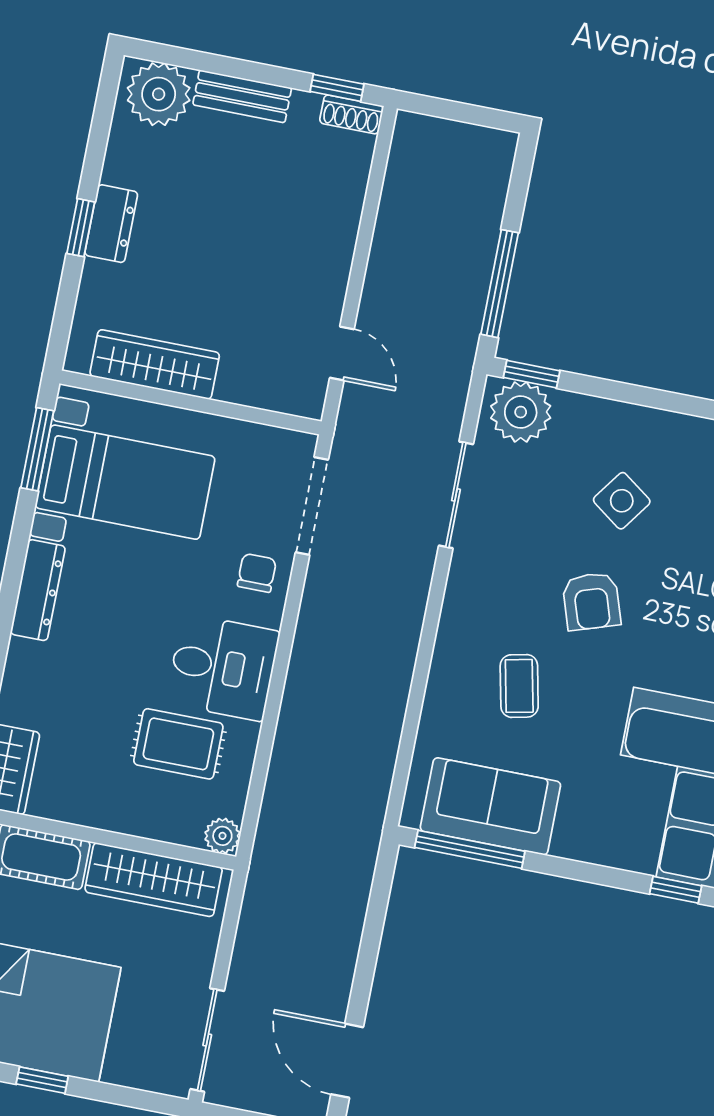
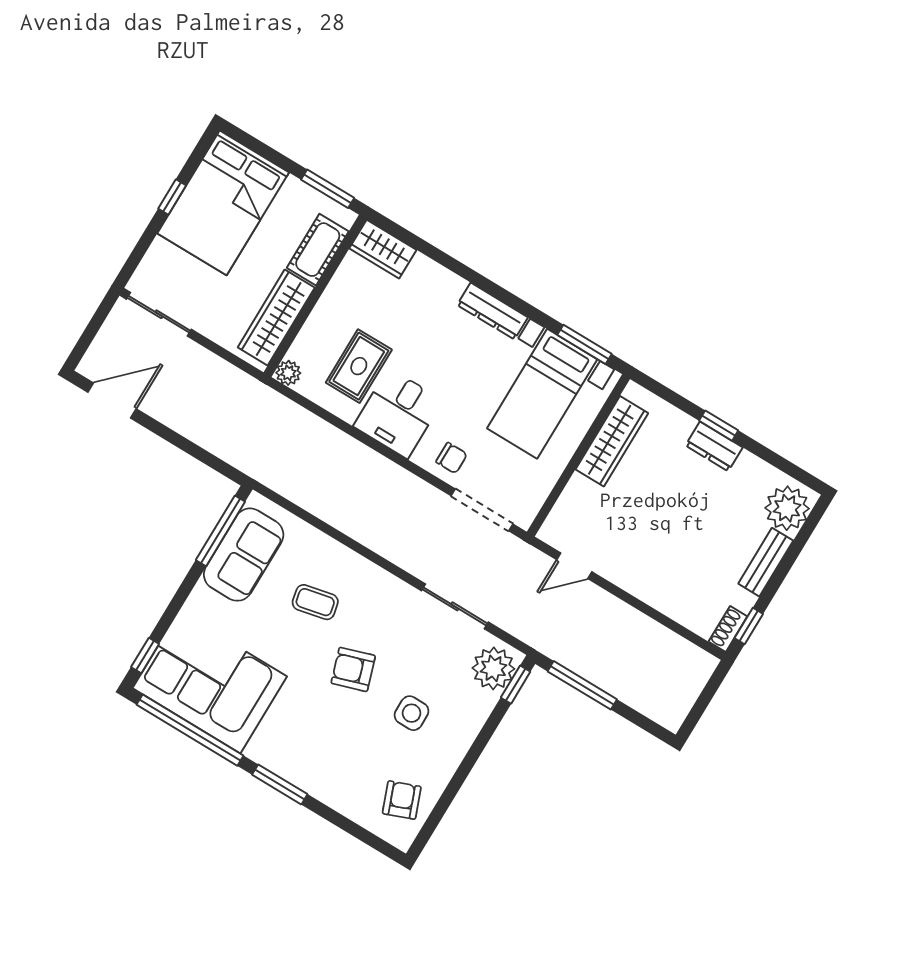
side table: (622, 501) -> (412, 713), turned -36

